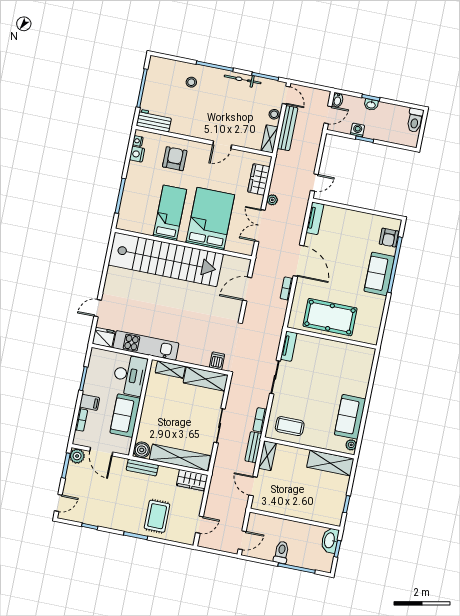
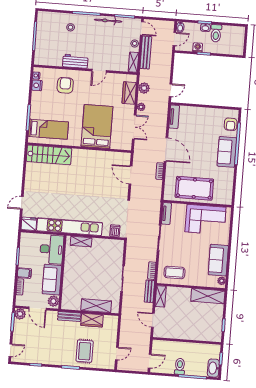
toilet: (415, 120) -> (216, 33), moved
workbench: (154, 121) -> (75, 61), moved
plant: (279, 175) -> (144, 88), added
bed: (170, 213) -> (48, 129), moved, turned 90
double door: (260, 226) -> (134, 127), swing flipped
stairs: (166, 259) -> (49, 155), width x0.54, depth x0.66
door: (247, 289) -> (131, 175), hinge flipped
kitchen unit: (146, 345) -> (70, 227), width x1.36
corner sofa: (340, 361) -> (205, 220), added
shelving: (206, 379) -> (108, 245), removed
plant: (124, 444) -> (53, 301), added
boiler: (142, 450) -> (67, 304), removed
shelving: (180, 458) -> (96, 306), width x0.68
wardrobe: (192, 480) -> (92, 320), moved
washbasin: (330, 540) -> (213, 368), moved

